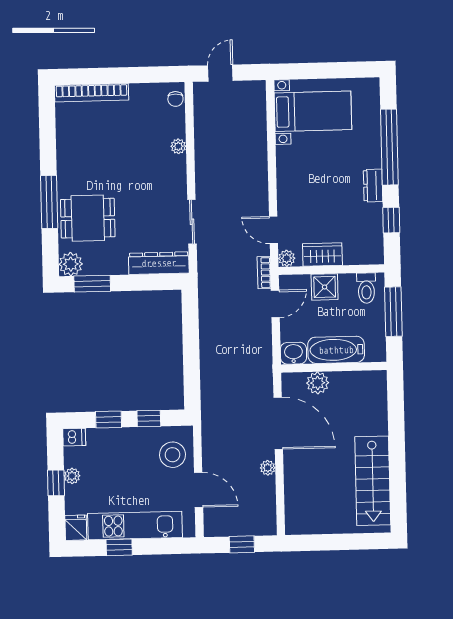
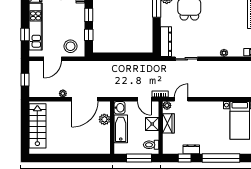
dresser: (373, 186) -> (191, 149), moved
stairs: (373, 481) -> (37, 126), moved, turned 90
window: (119, 547) -> (25, 35), moved

